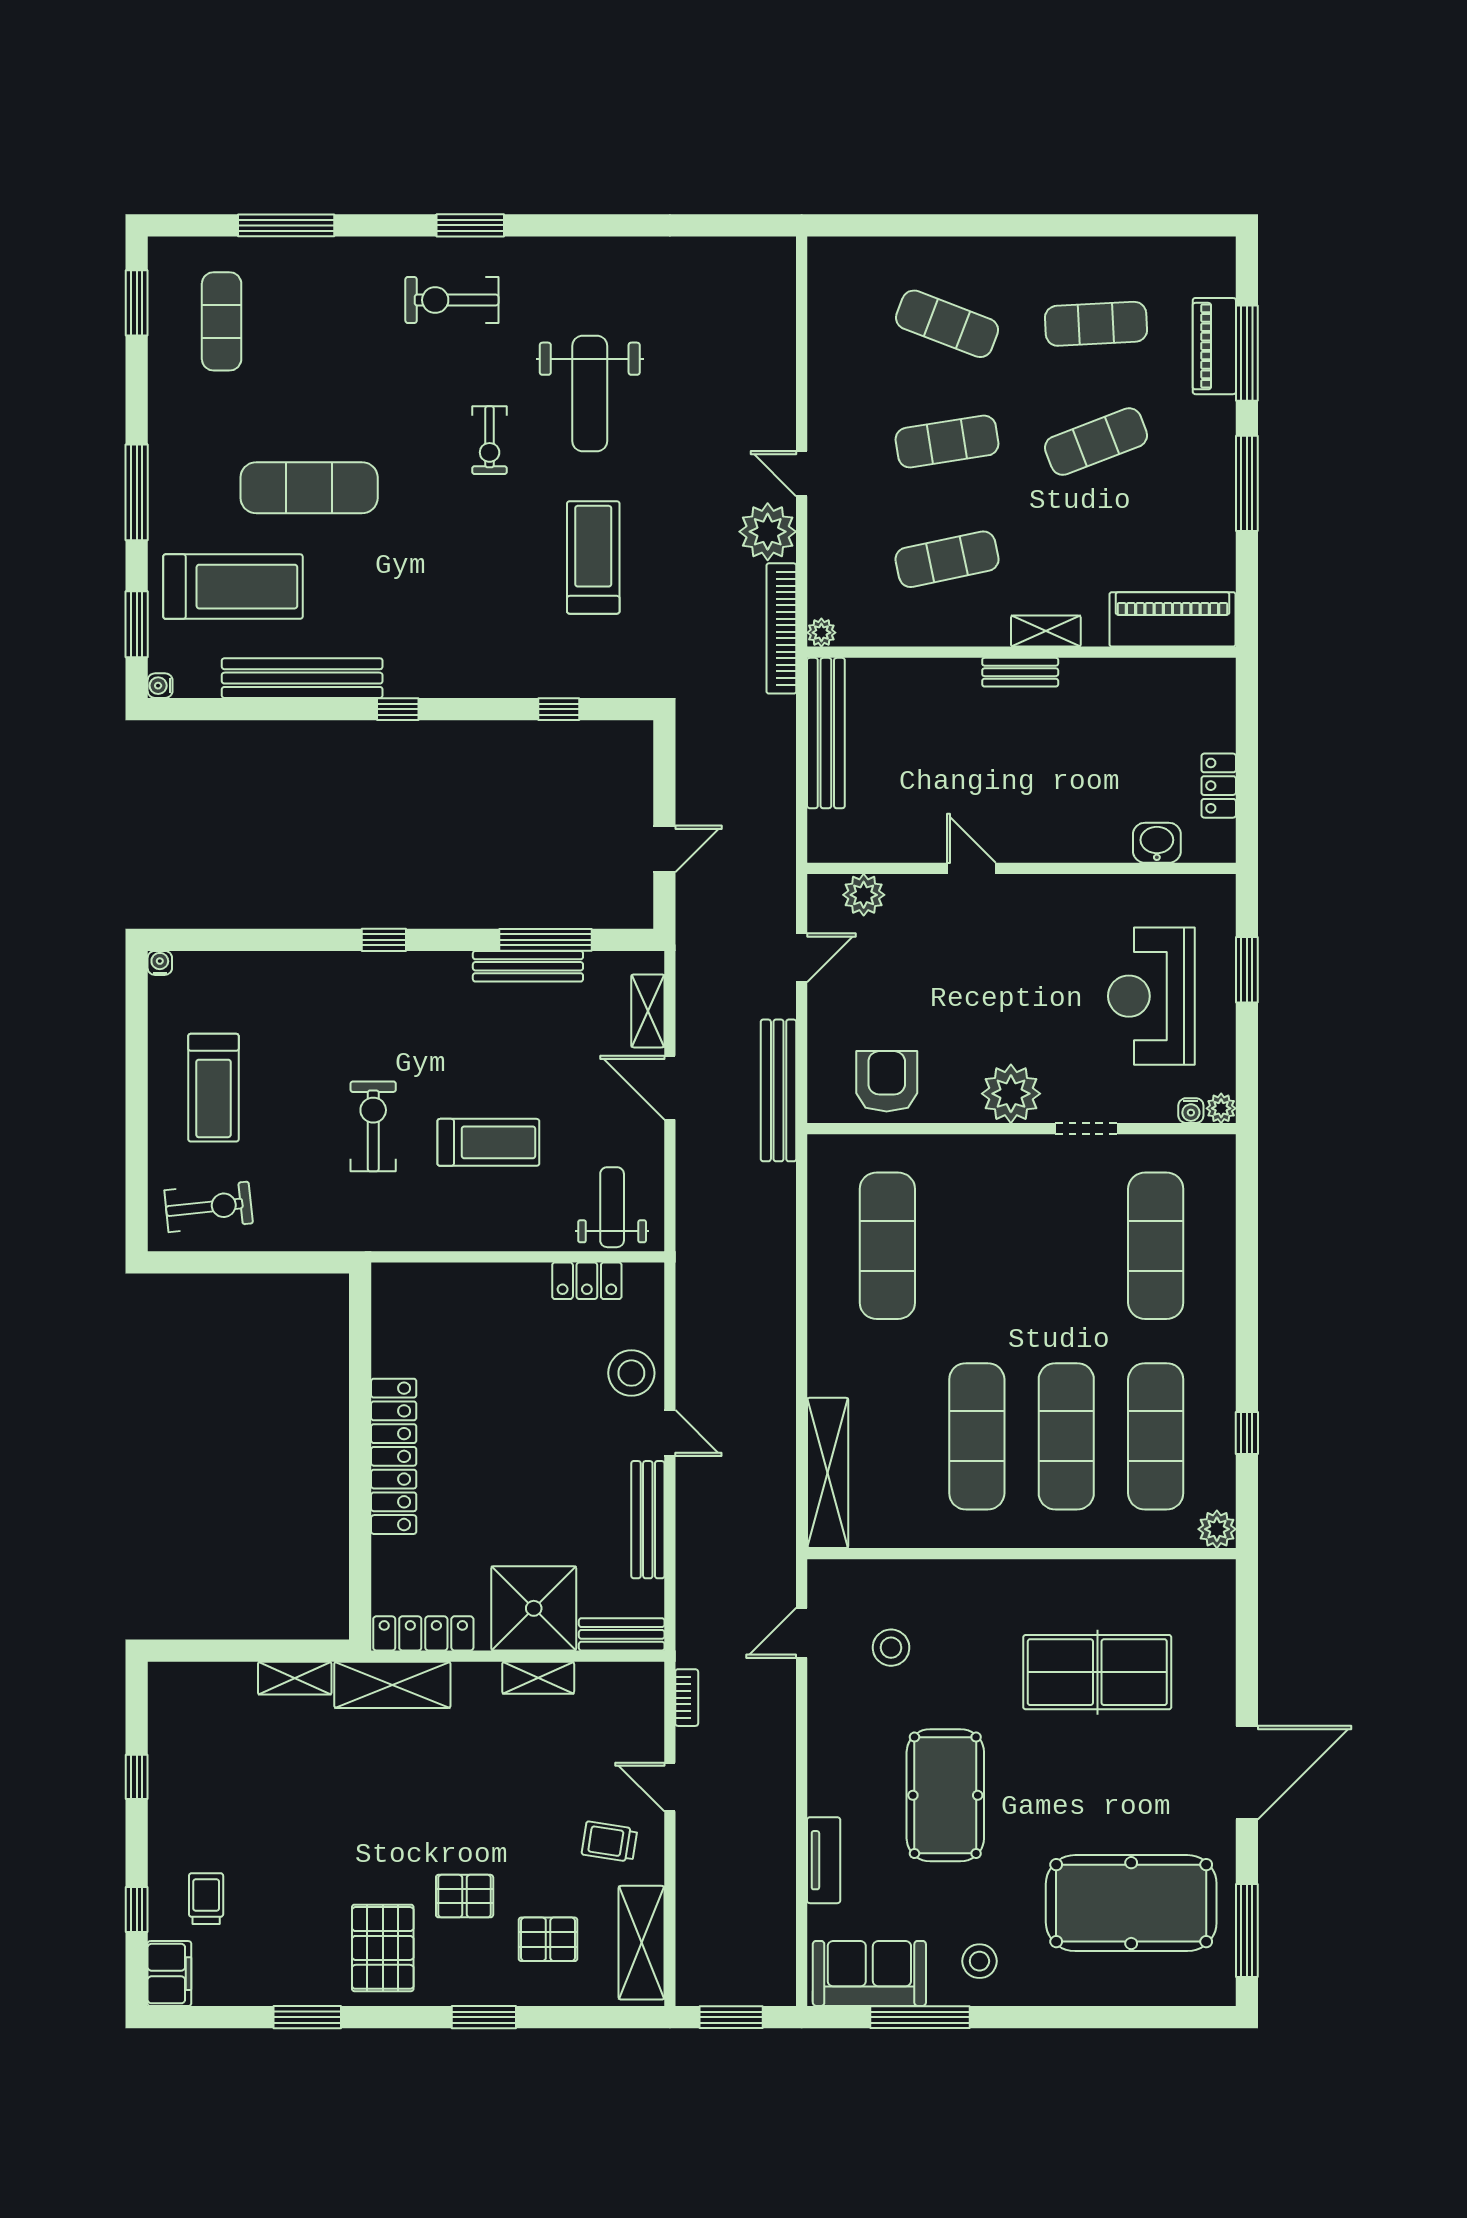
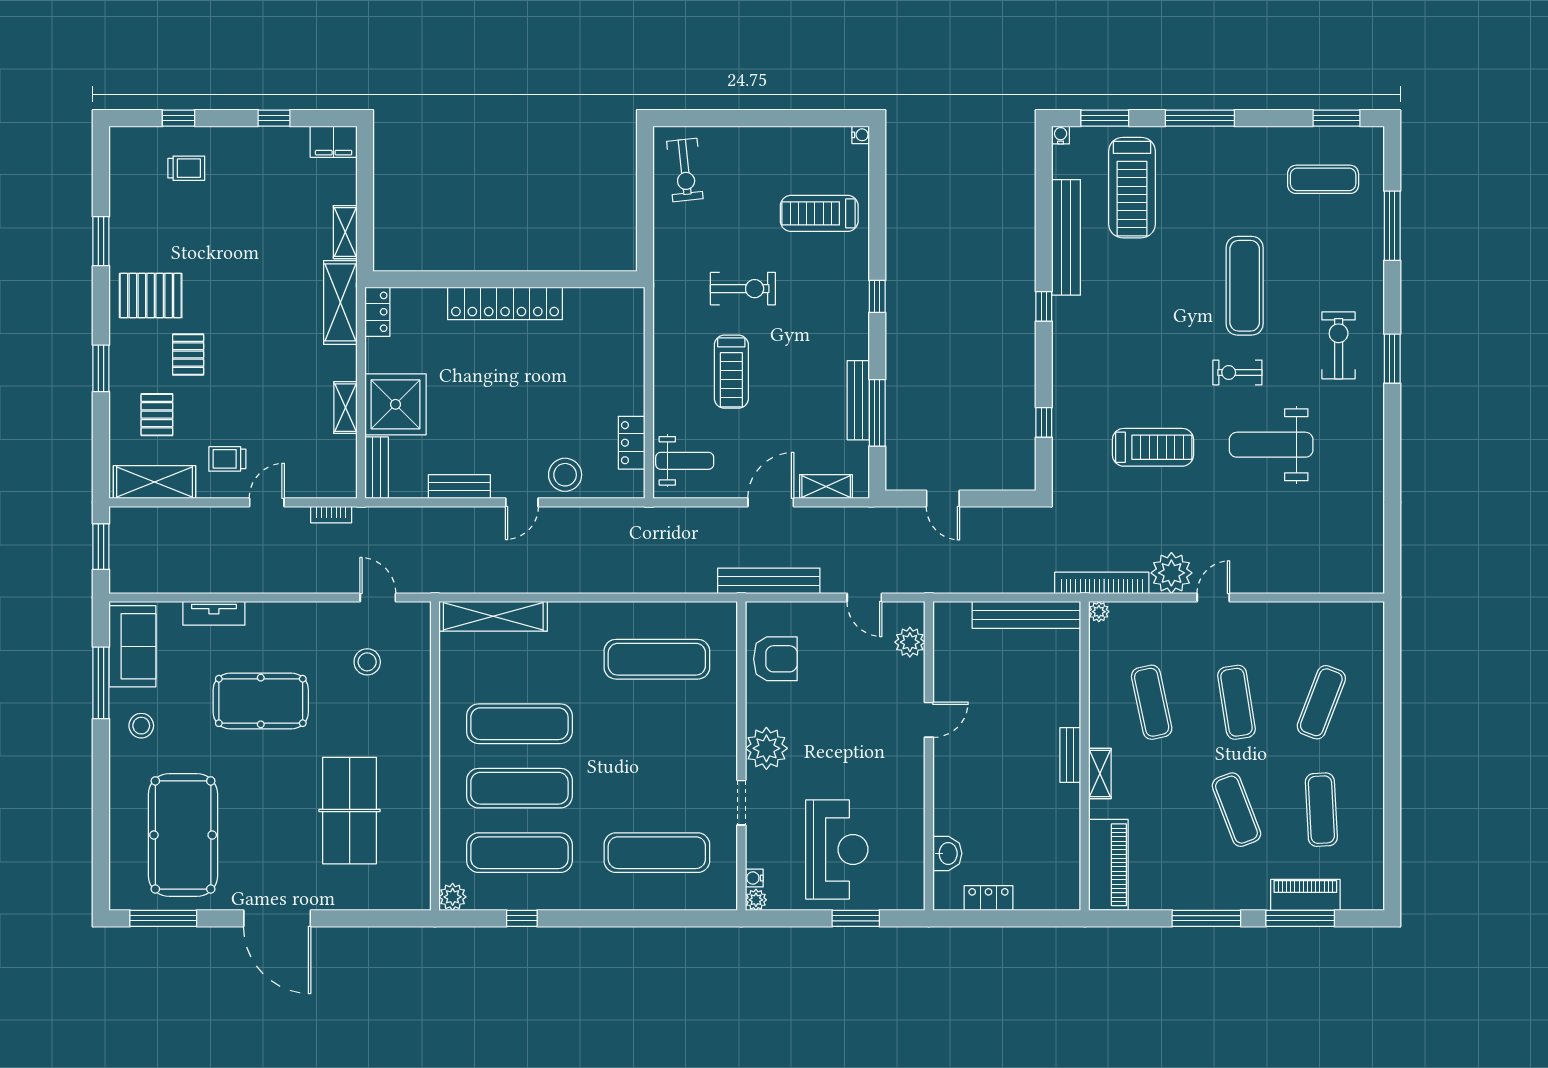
exercise mat: (309, 488) -> (1245, 286), moved
reception desk: (1151, 996) -> (837, 849), turned 90
treadmill: (213, 1088) -> (819, 213), moved
bench: (648, 1520) -> (459, 487), width x0.73
locker: (423, 1633) -> (377, 312), width x0.66
trolley: (609, 1842) -> (227, 459), turned -99
filing cabinet: (169, 1974) -> (334, 142), moved

